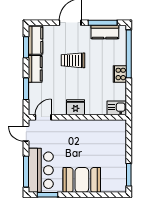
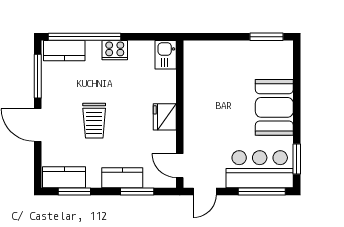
kitchen counter: (105, 32) -> (64, 51), moved, turned 90
kitchen counter: (35, 69) -> (122, 178), moved

